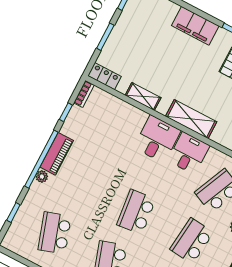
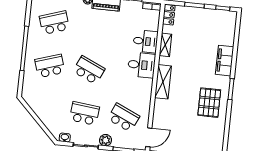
desk: (189, 153) -> (145, 41), moved
school desk: (136, 212) -> (89, 70), turned 30

